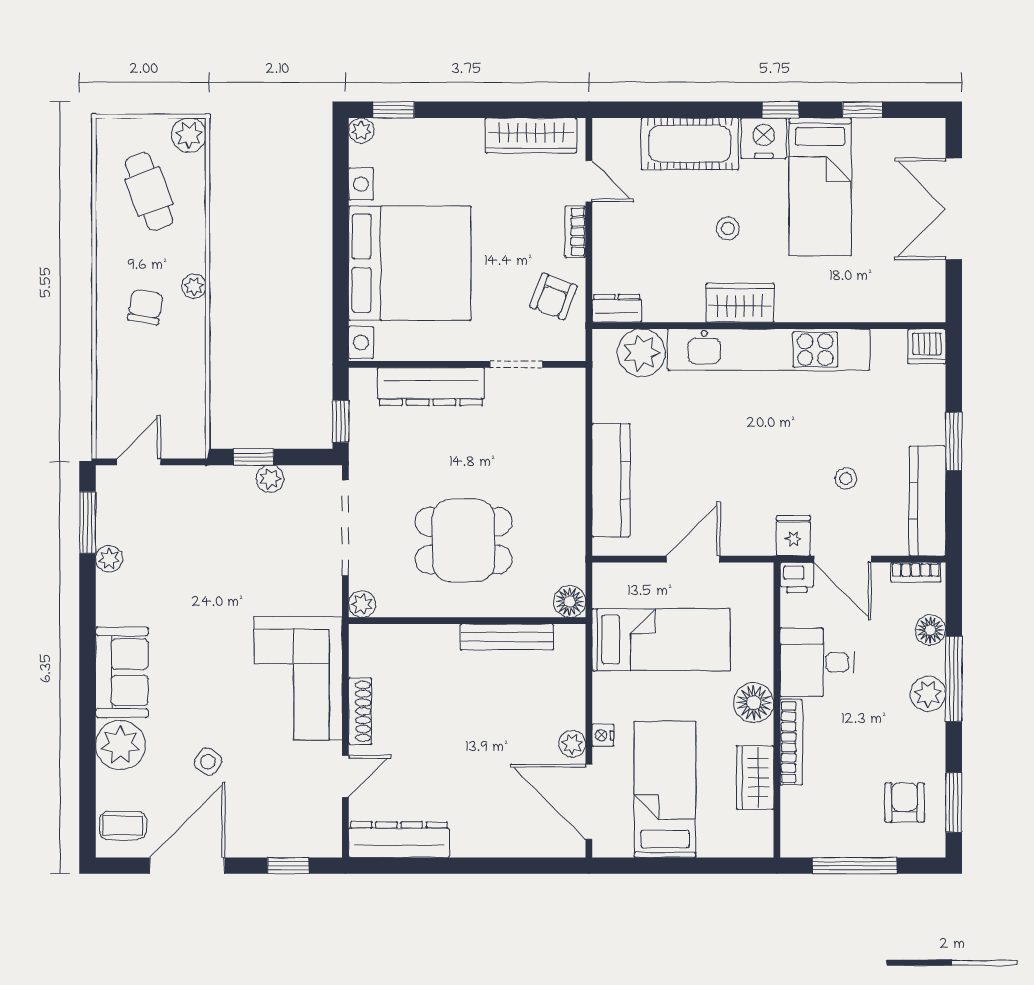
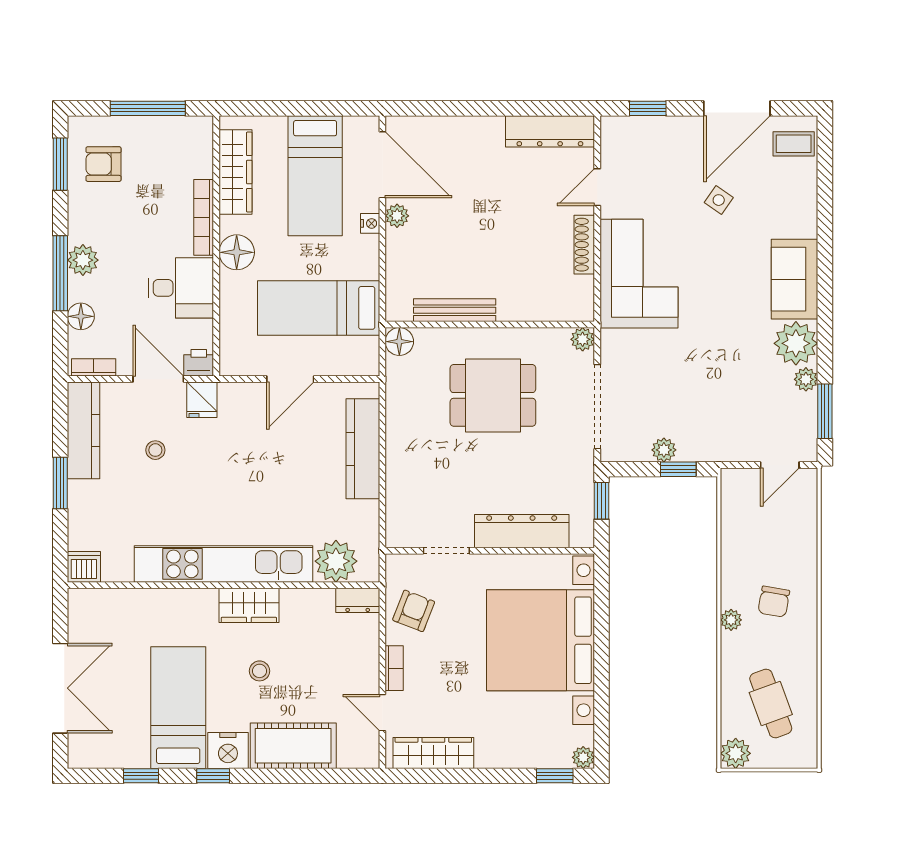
plant: (121, 745) -> (796, 343), moved
wardrobe: (755, 778) -> (235, 172), width x1.50
armchair: (905, 803) -> (104, 164), turned 90

